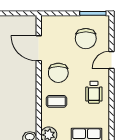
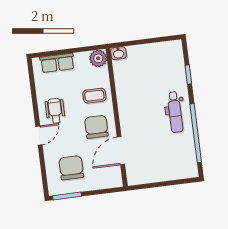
door: (39, 48) -> (121, 151), swing flipped
door: (111, 60) -> (39, 136), moved

